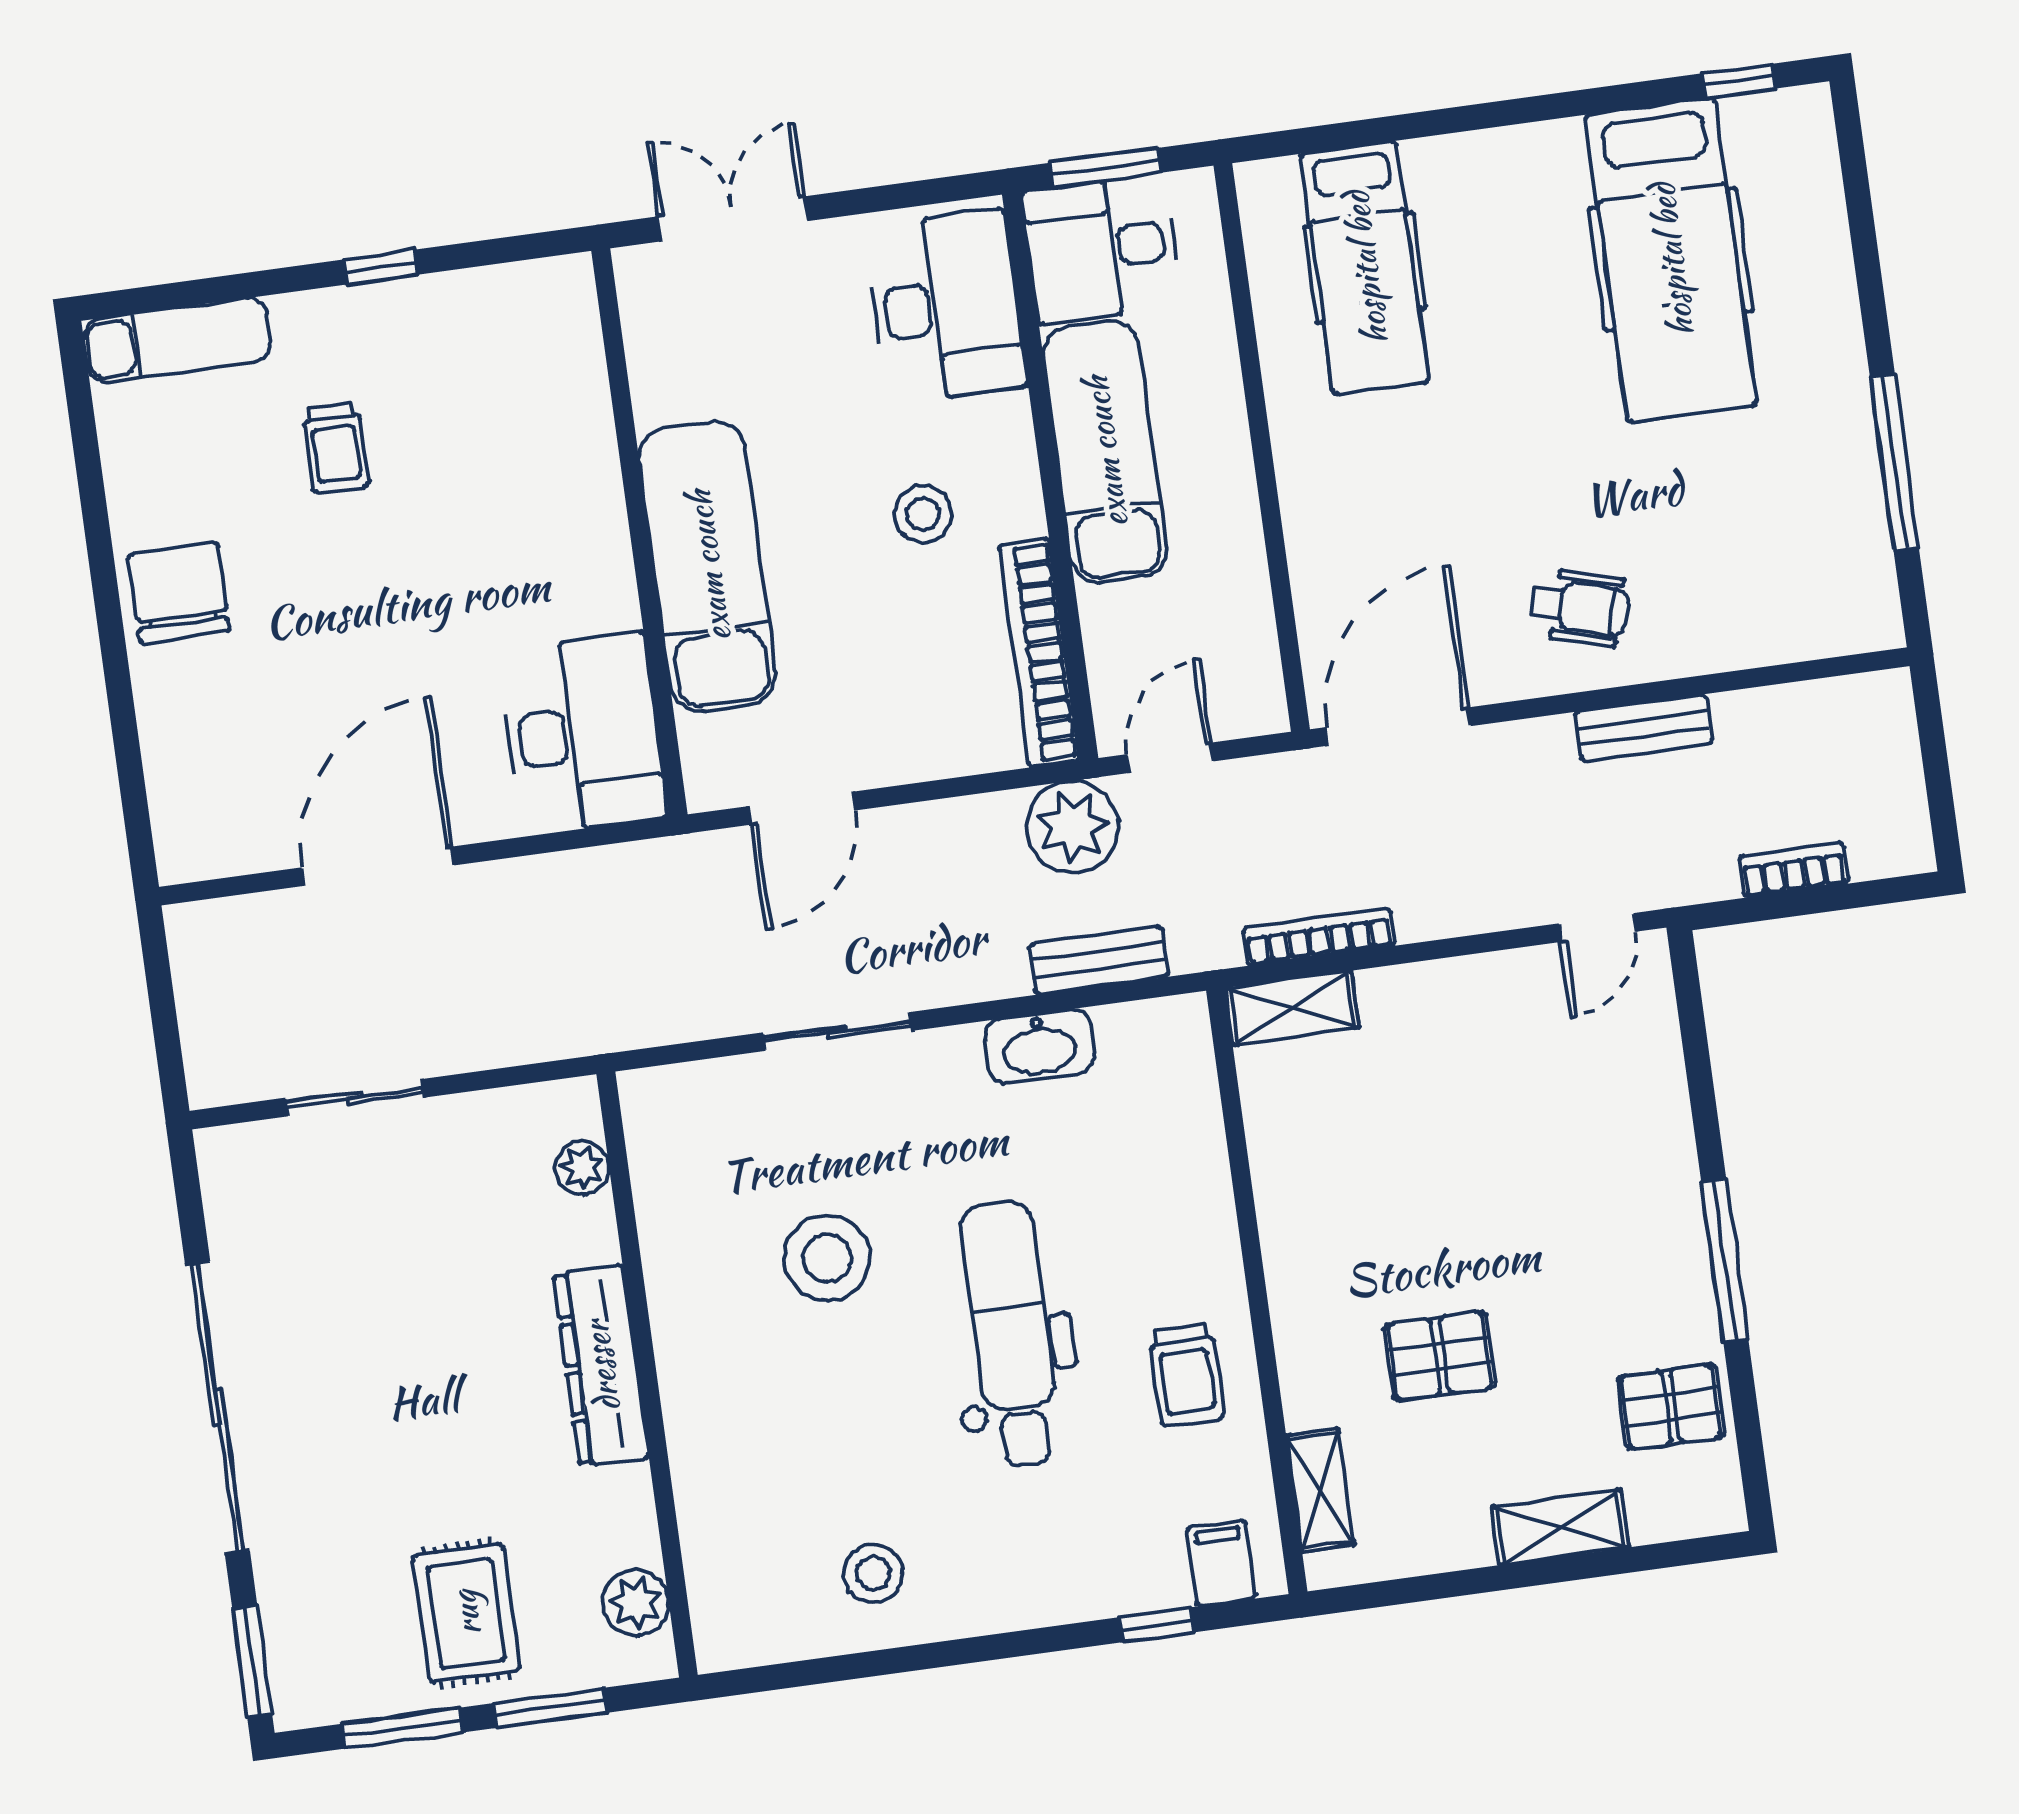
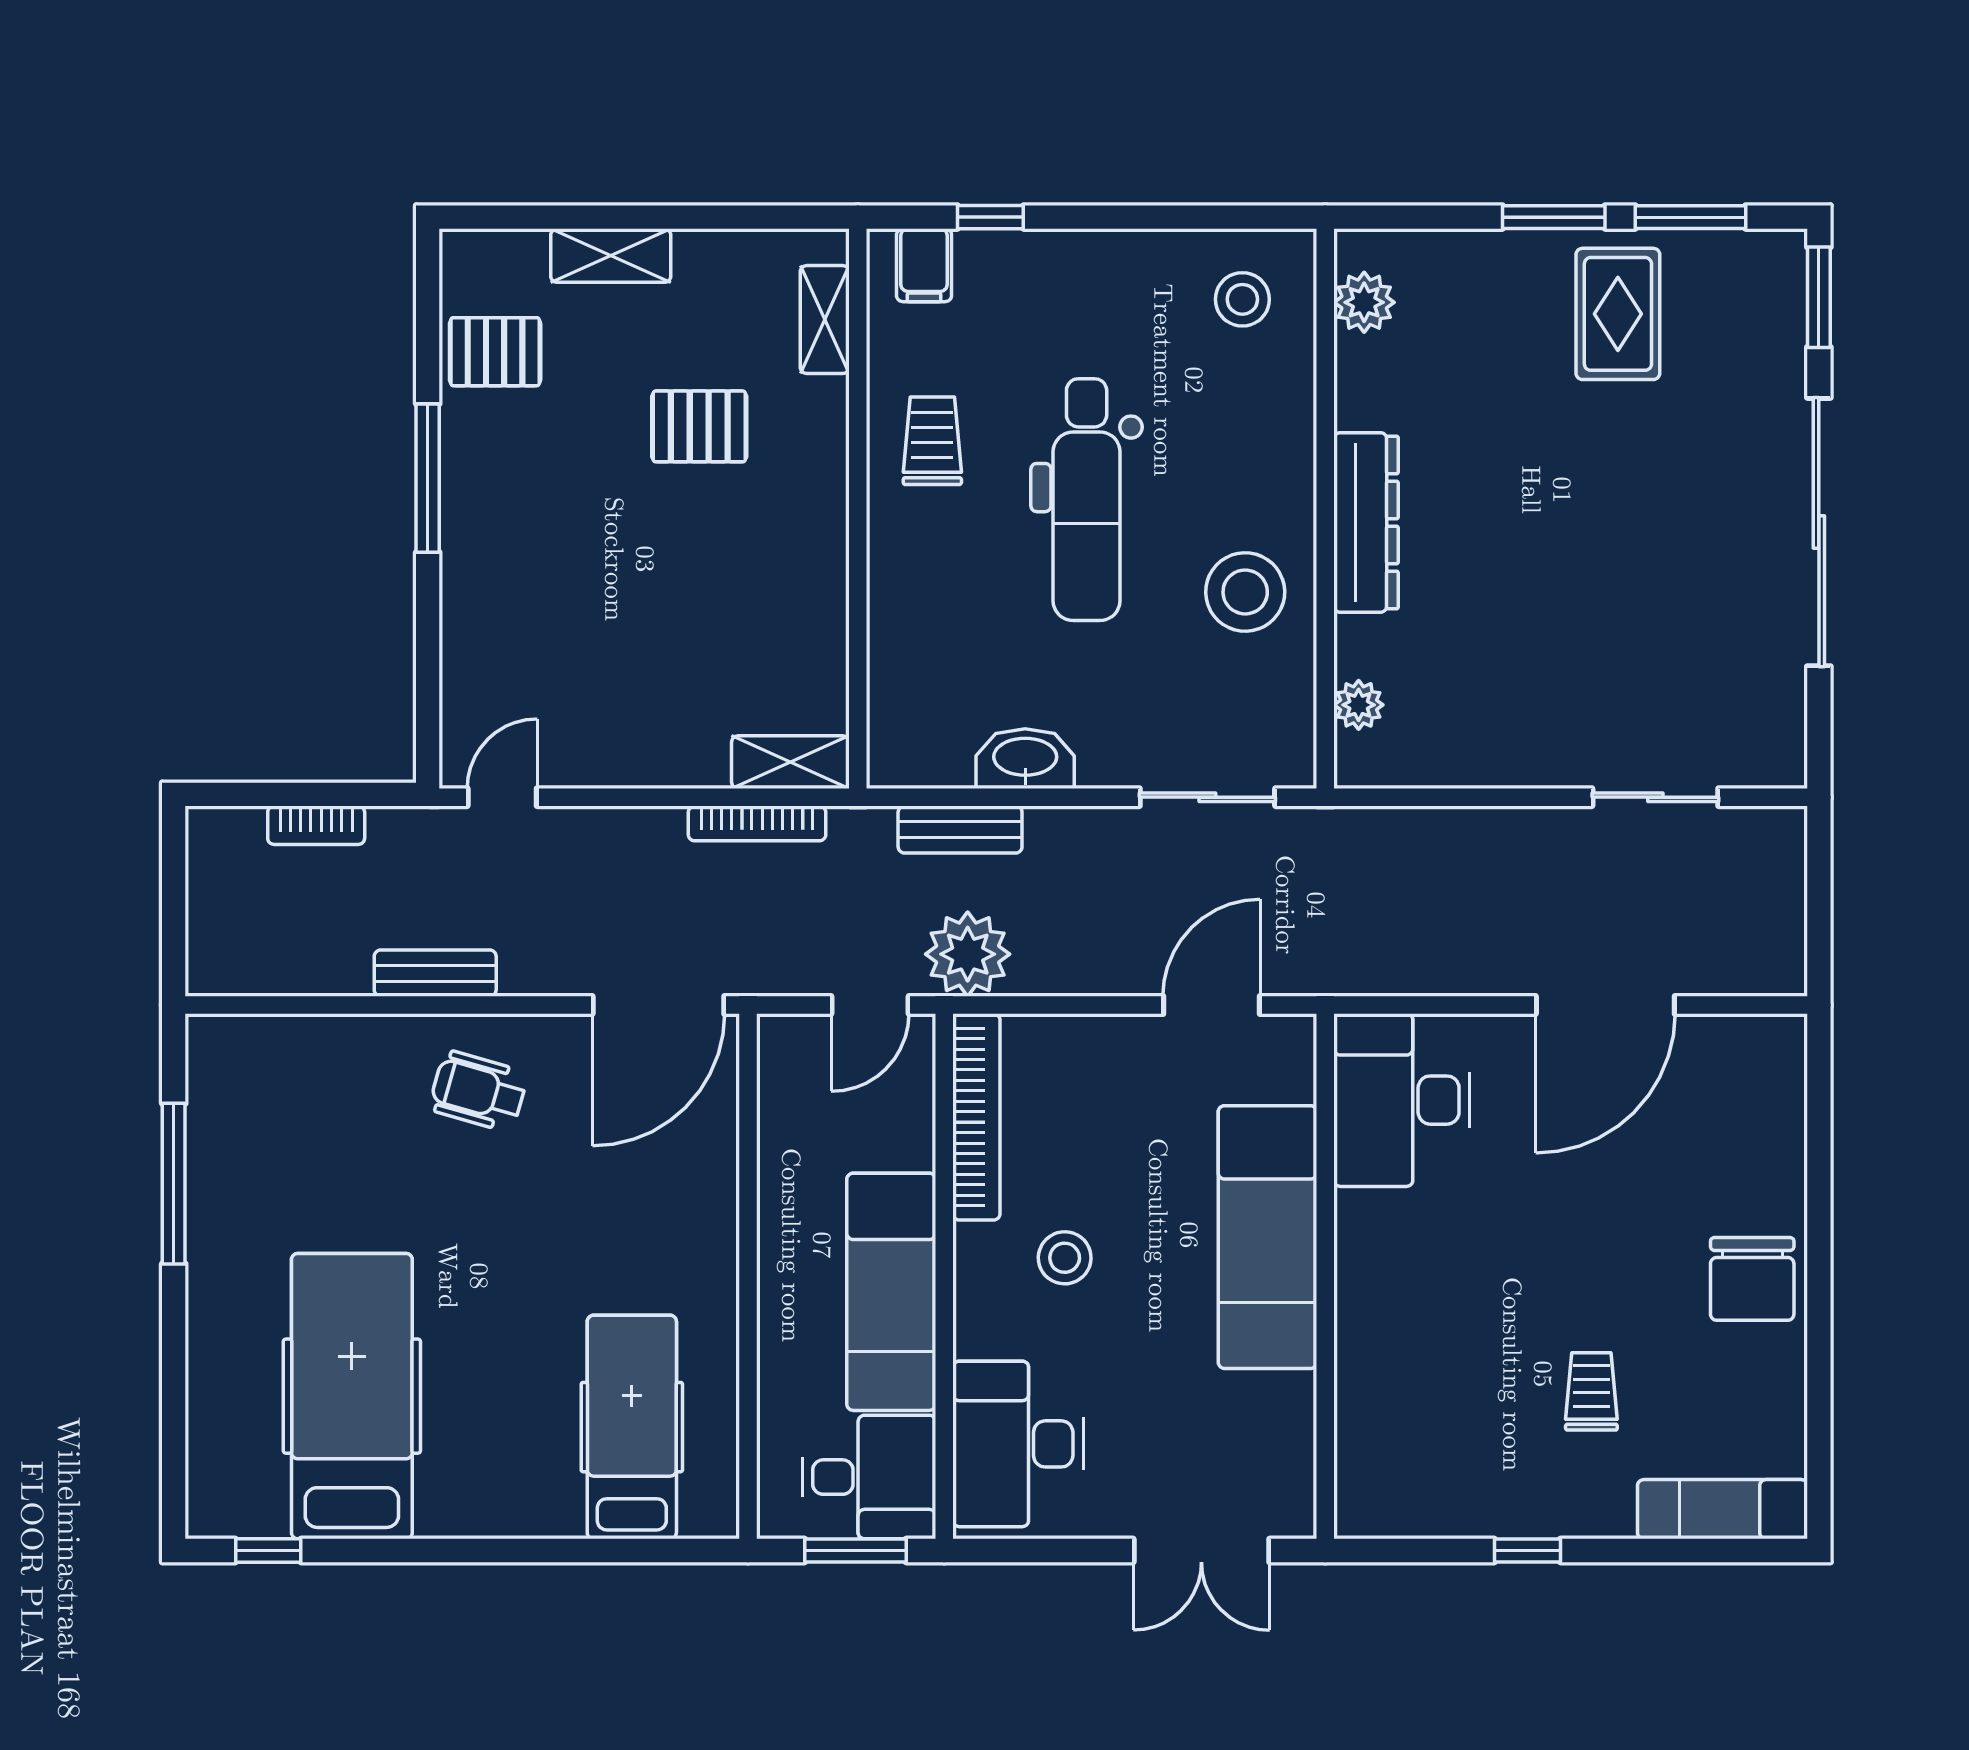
plant: (582, 1168) -> (1359, 705), moved
dresser: (601, 1366) -> (1366, 522), moved
wall: (647, 1375) -> (1325, 509), moved
plant: (636, 1603) -> (1364, 302), moved

